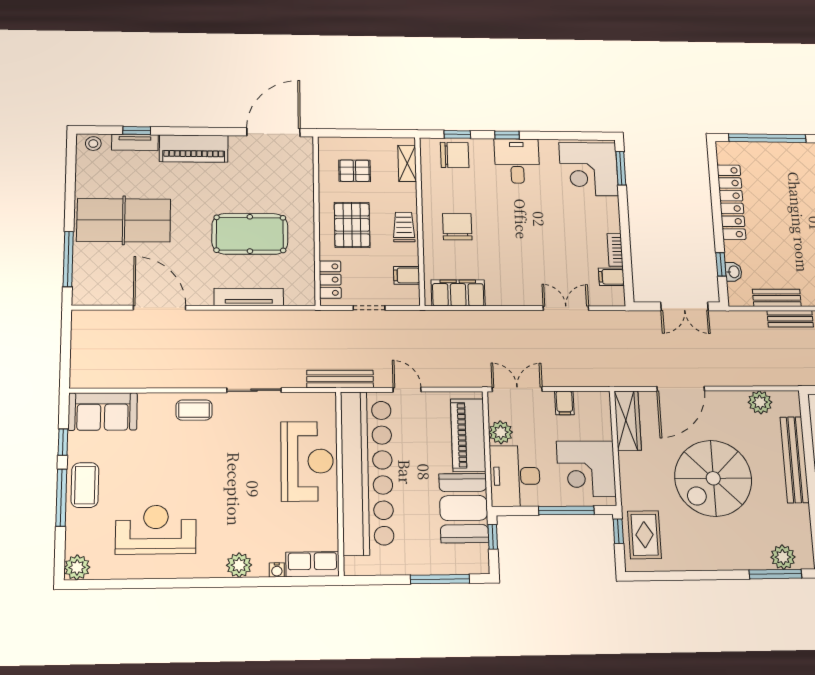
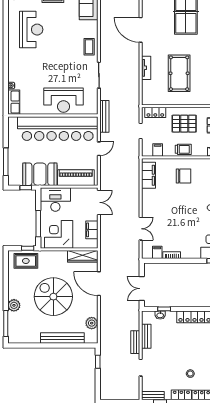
tv unit: (249, 297) -> (146, 68), width x0.71
door: (160, 308) -> (141, 30), swing flipped
filing cabinet: (564, 403) -> (92, 230), width x2.00
plant: (501, 432) -> (77, 193), removed
plant: (783, 557) -> (14, 305), moved
plant: (239, 565) -> (14, 68), removed

